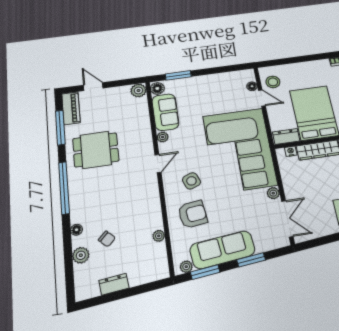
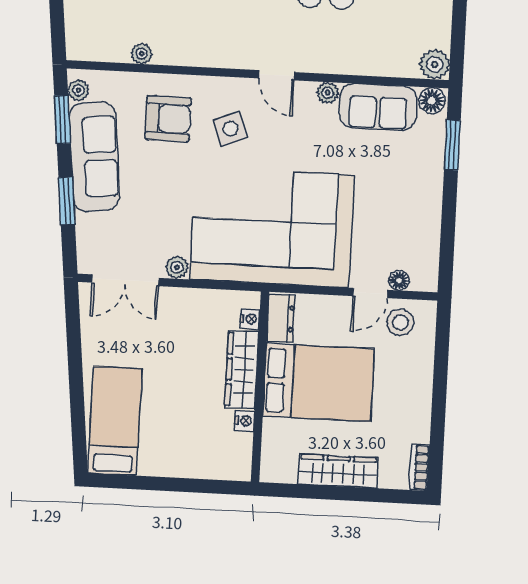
armchair: (193, 214) -> (168, 119), turned -83

